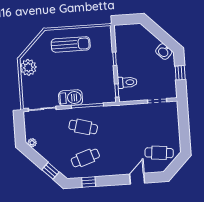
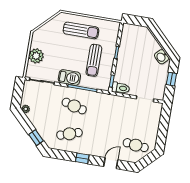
plant: (28, 67) -> (36, 56), moved
sun lounger: (92, 73) -> (94, 60), added
toilet: (127, 82) -> (121, 88), moved
window: (89, 182) -> (82, 158), moved

